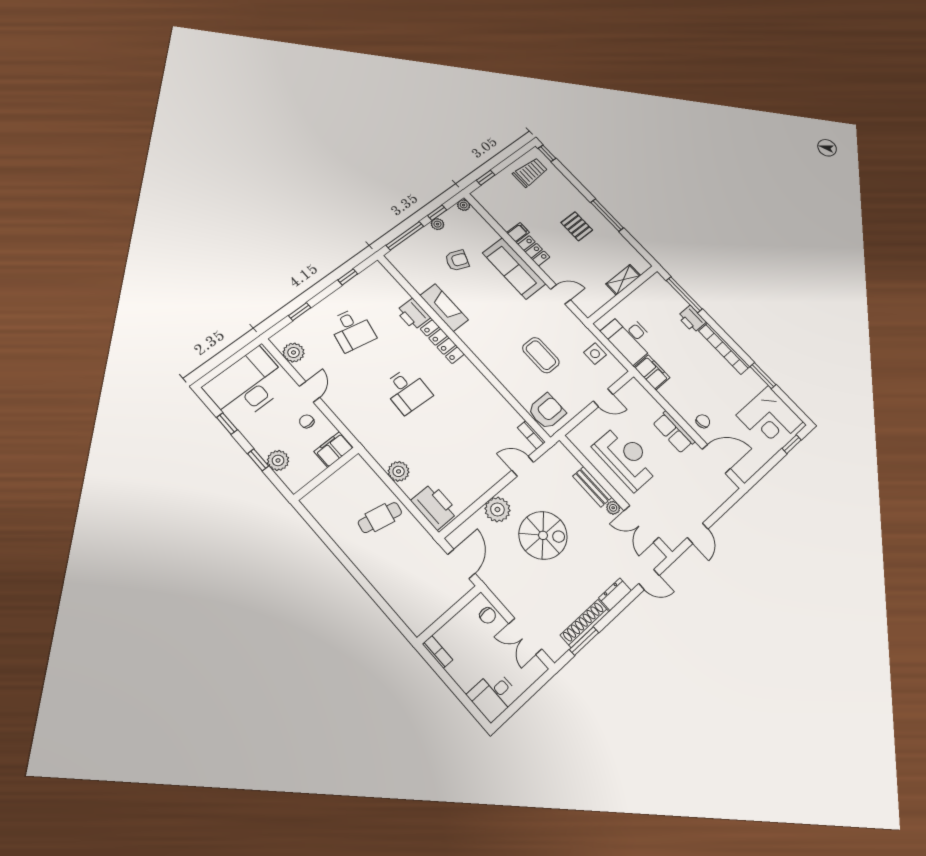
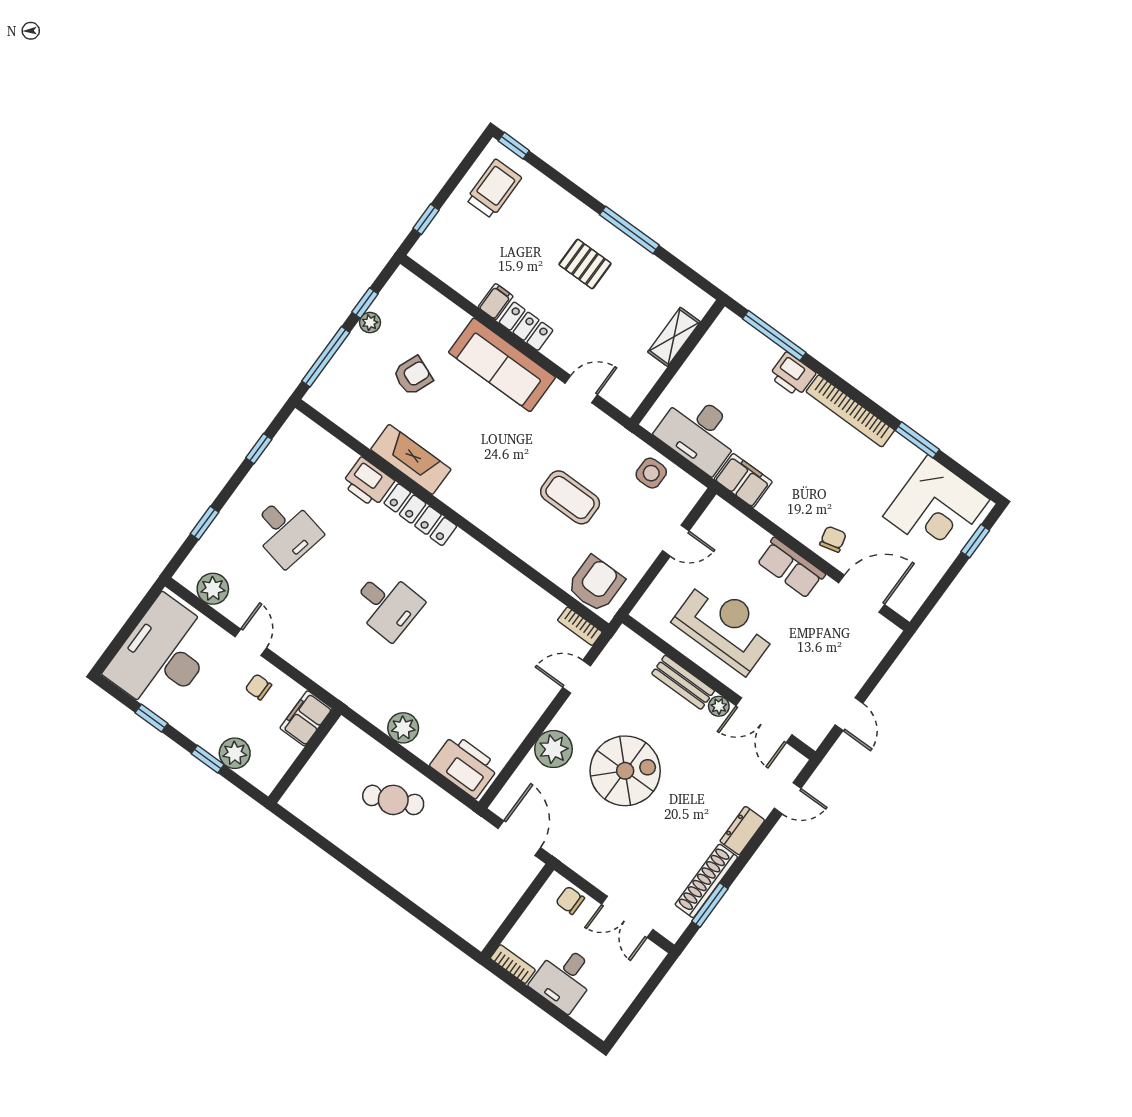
plant: (464, 205) -> (402, 278), removed
cafe table: (380, 518) -> (393, 800), turned 54
chair: (488, 615) -> (570, 900), turned 180
desk: (493, 695) -> (564, 978), moved

